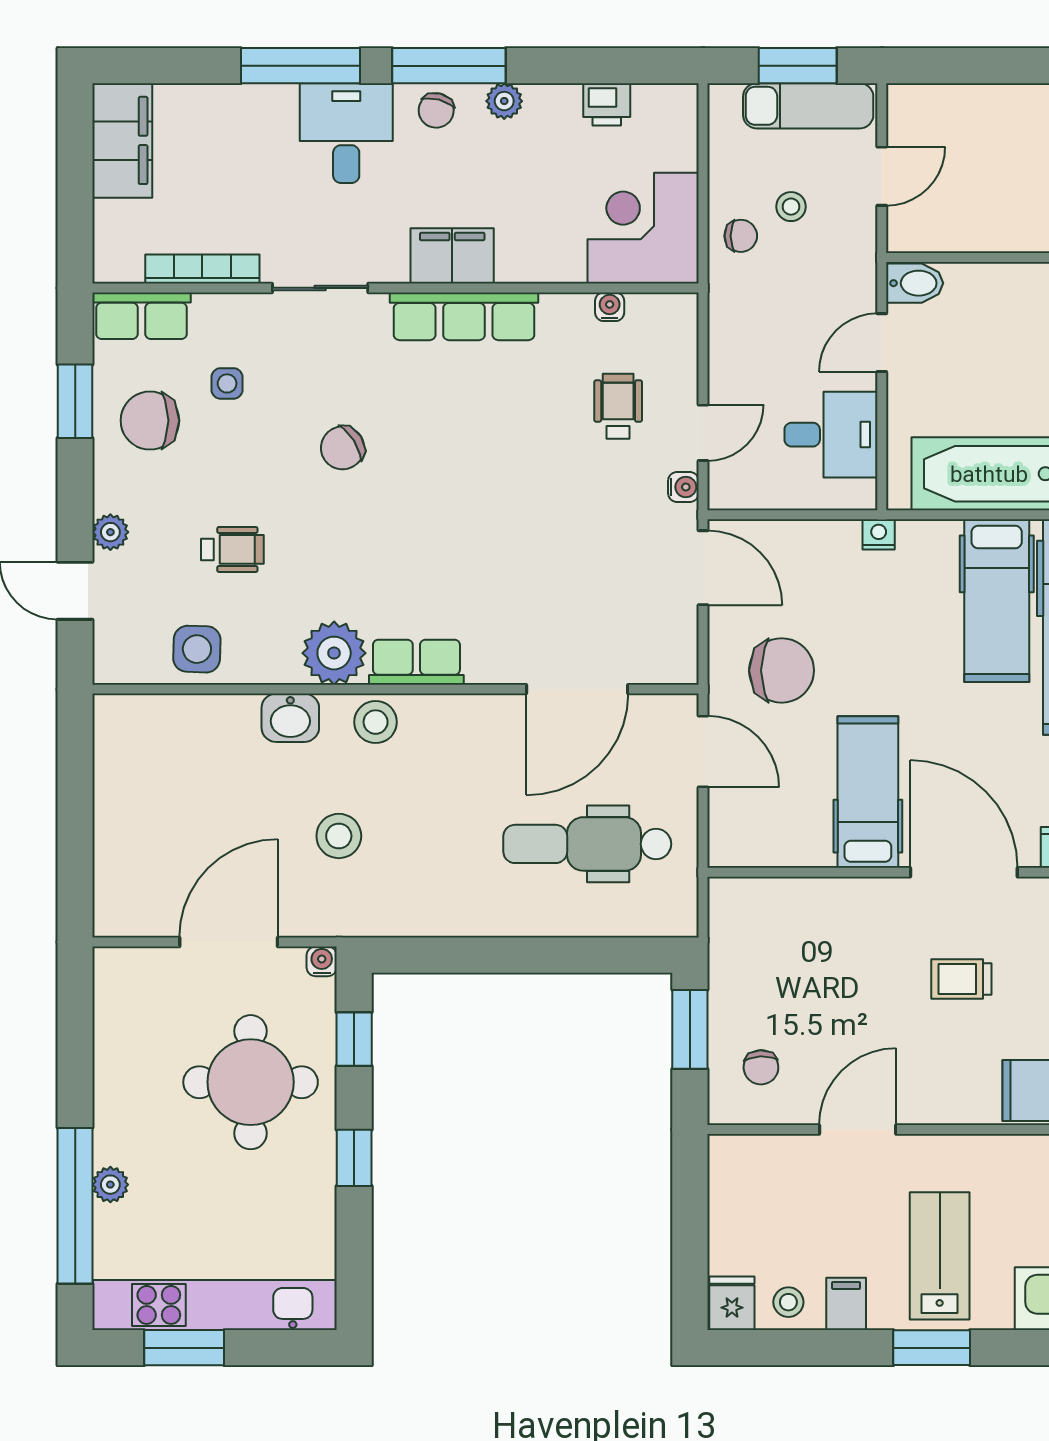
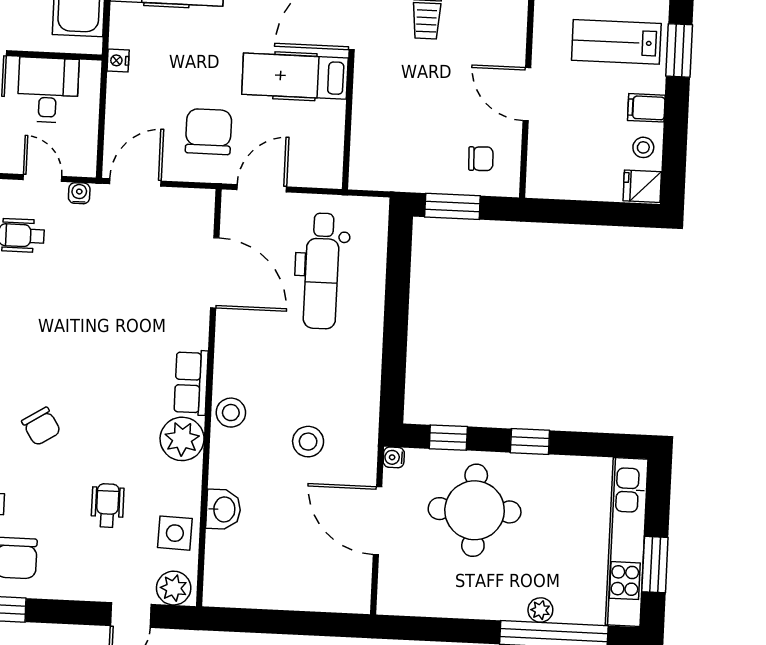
plant: (110, 532) -> (174, 588), moved, width x1.38, depth x1.38
washbasin: (290, 718) -> (223, 509), moved

